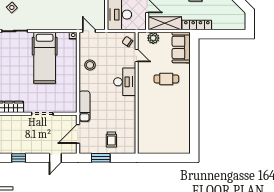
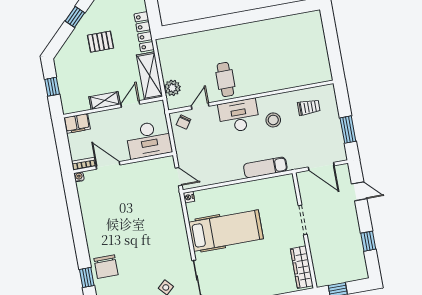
door: (89, 31) -> (179, 177), swing flipped
sofa: (181, 47) -> (178, 48), removed
stool: (90, 65) -> (273, 120), moved
cafe table: (166, 79) -> (225, 80), moved
exam couch: (84, 106) -> (265, 167), moved
trolley: (111, 139) -> (309, 107), moved

